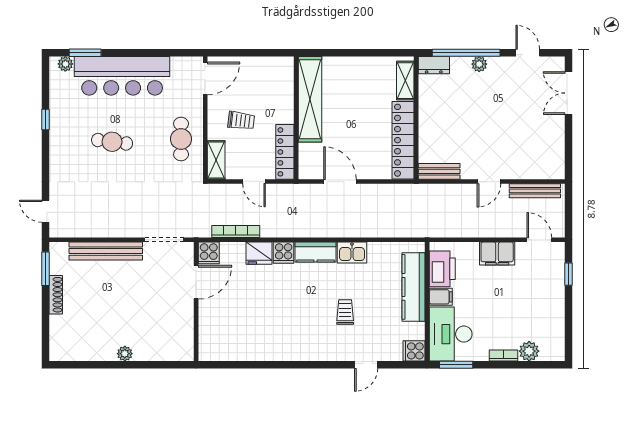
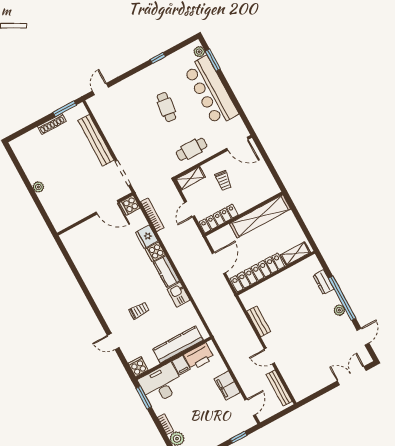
shelving: (405, 81) -> (295, 254), moved
wall: (416, 118) -> (276, 273), moved
locker: (403, 140) -> (257, 272), moved

